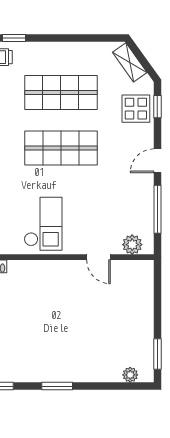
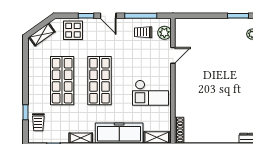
window: (157, 107) -> (86, 16), moved
trolley: (133, 213) -> (143, 32), added
checkout: (43, 224) -> (150, 93), turned 180

